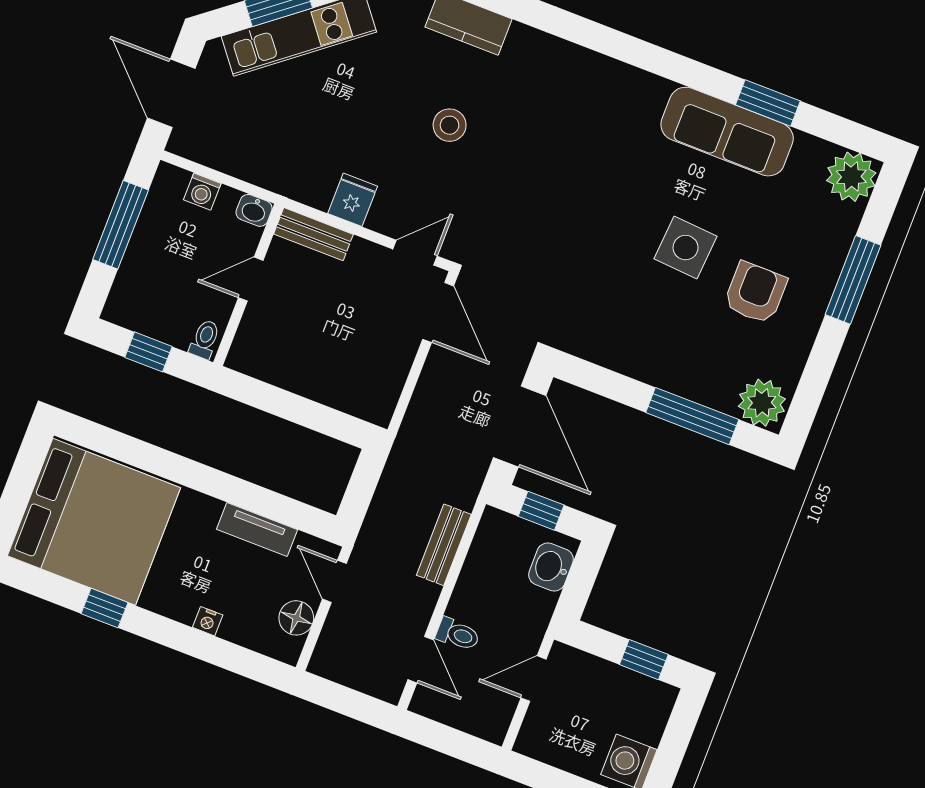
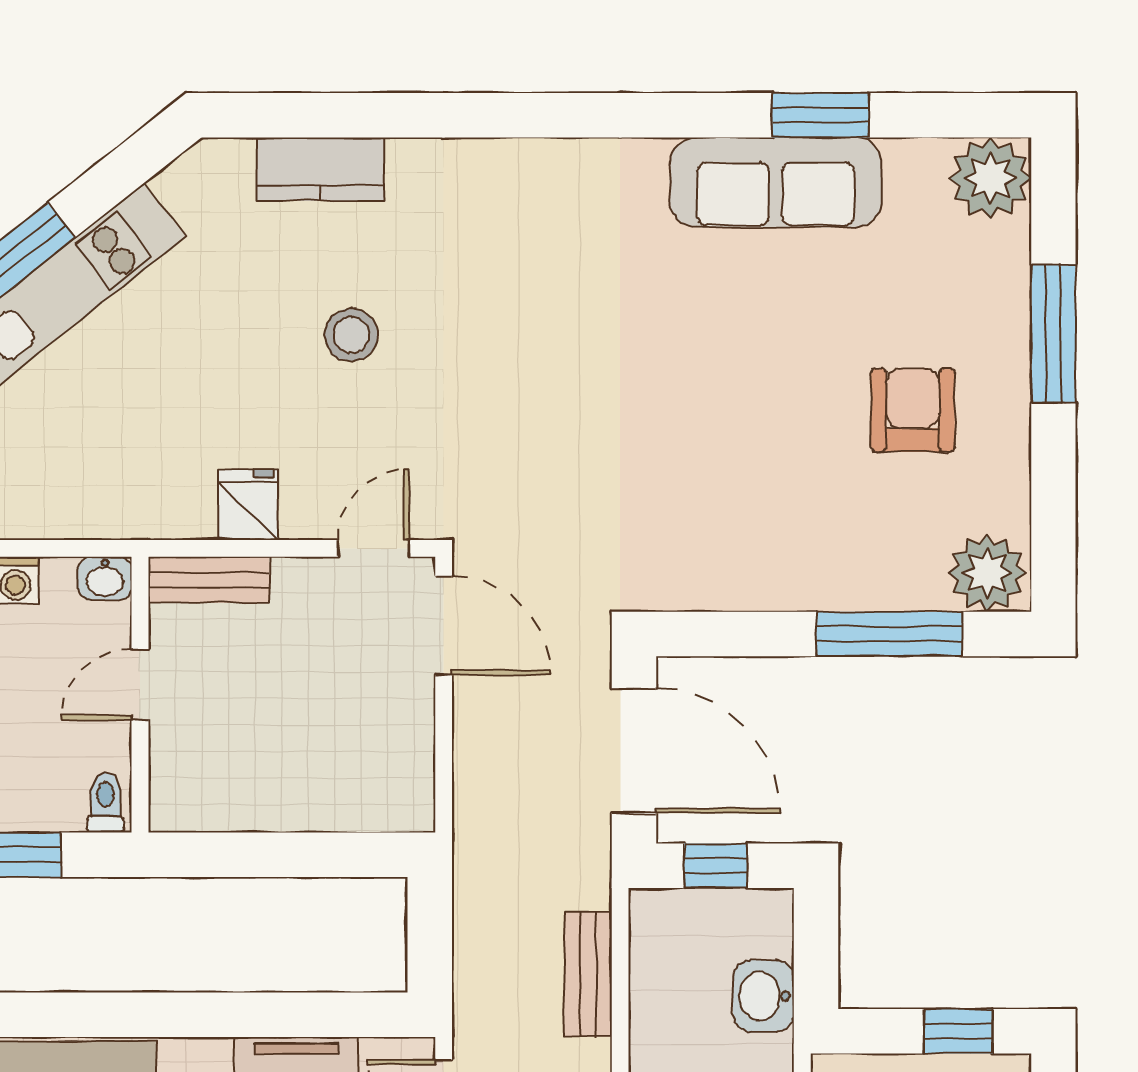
side table: (686, 248) -> (781, 382), removed
washbasin: (551, 567) -> (764, 996), moved

